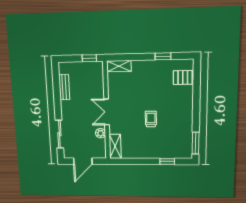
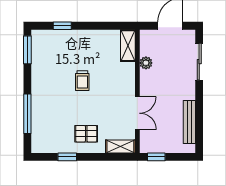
pallet: (183, 78) -> (86, 134), moved
bench: (64, 87) -> (189, 122), width x1.36
window: (196, 92) -> (27, 114), added
double door: (107, 112) -> (137, 113), moved

